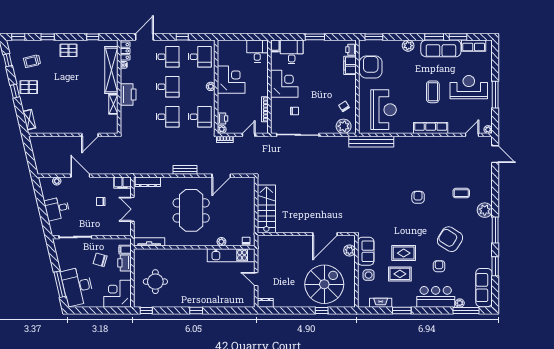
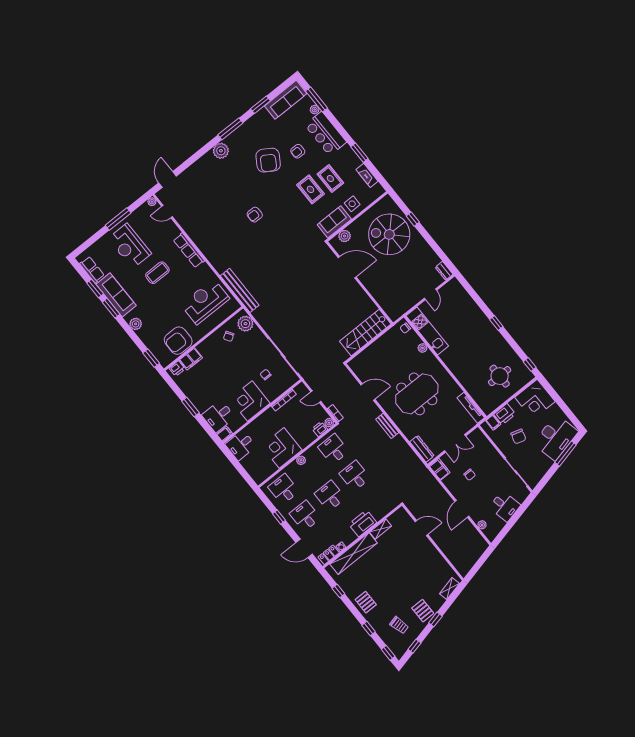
coffee table: (461, 193) -> (222, 182), removed

